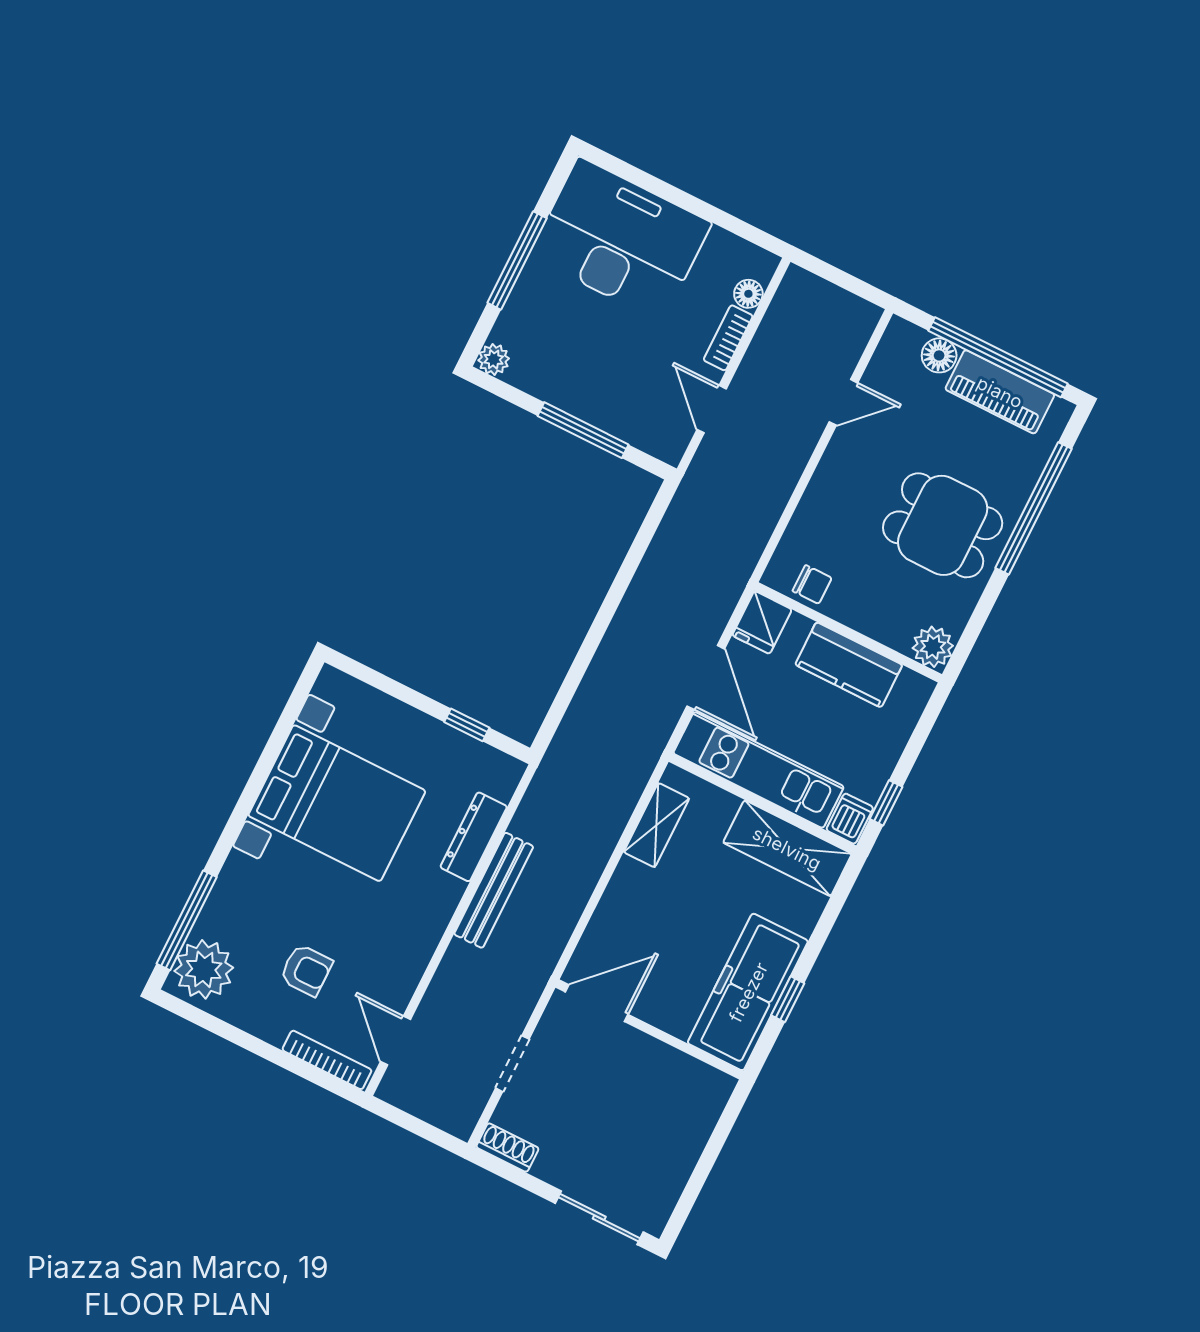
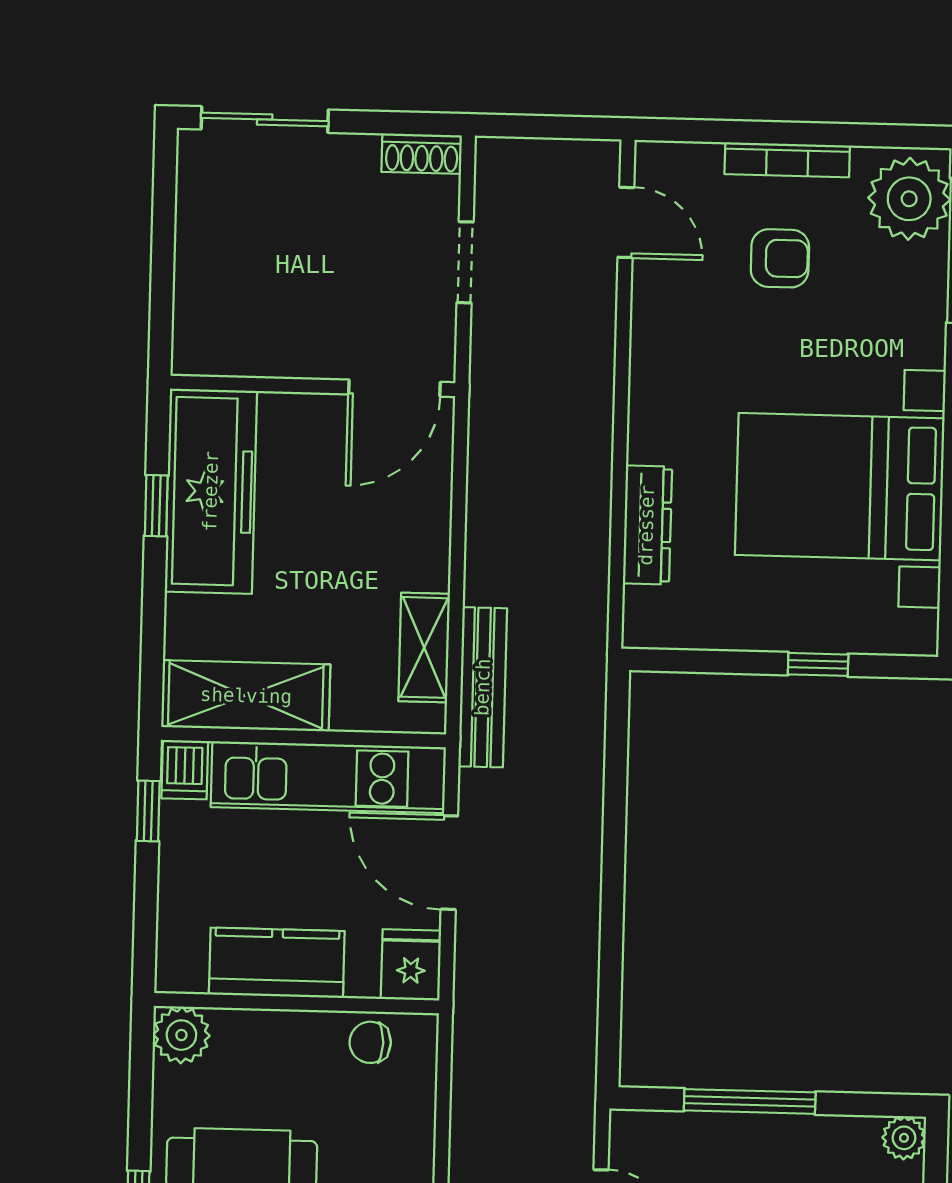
window: (467, 725) -> (818, 664), moved
bench: (494, 890) -> (483, 687), moved
armchair: (306, 970) -> (780, 258), turned 180
bookcase: (327, 1060) -> (787, 160), moved

